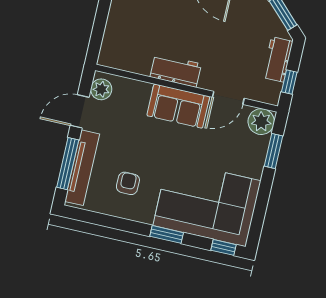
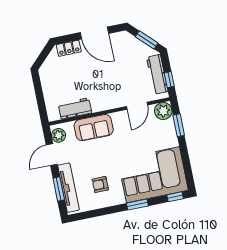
workbench: (278, 59) -> (157, 74), width x1.38
workbench: (176, 70) -> (75, 108), moved
sofa: (178, 106) -> (94, 128), moved
window: (68, 164) -> (59, 189), width x0.69
armchair: (128, 183) -> (100, 184), turned -90

